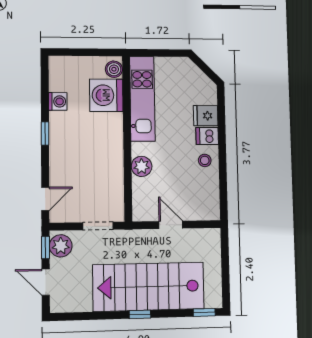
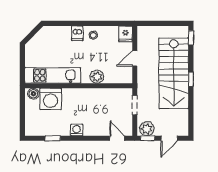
washing machine: (58, 101) -> (77, 130), moved
fridge: (206, 116) -> (126, 34), moved
window: (45, 133) -> (53, 138), moved

